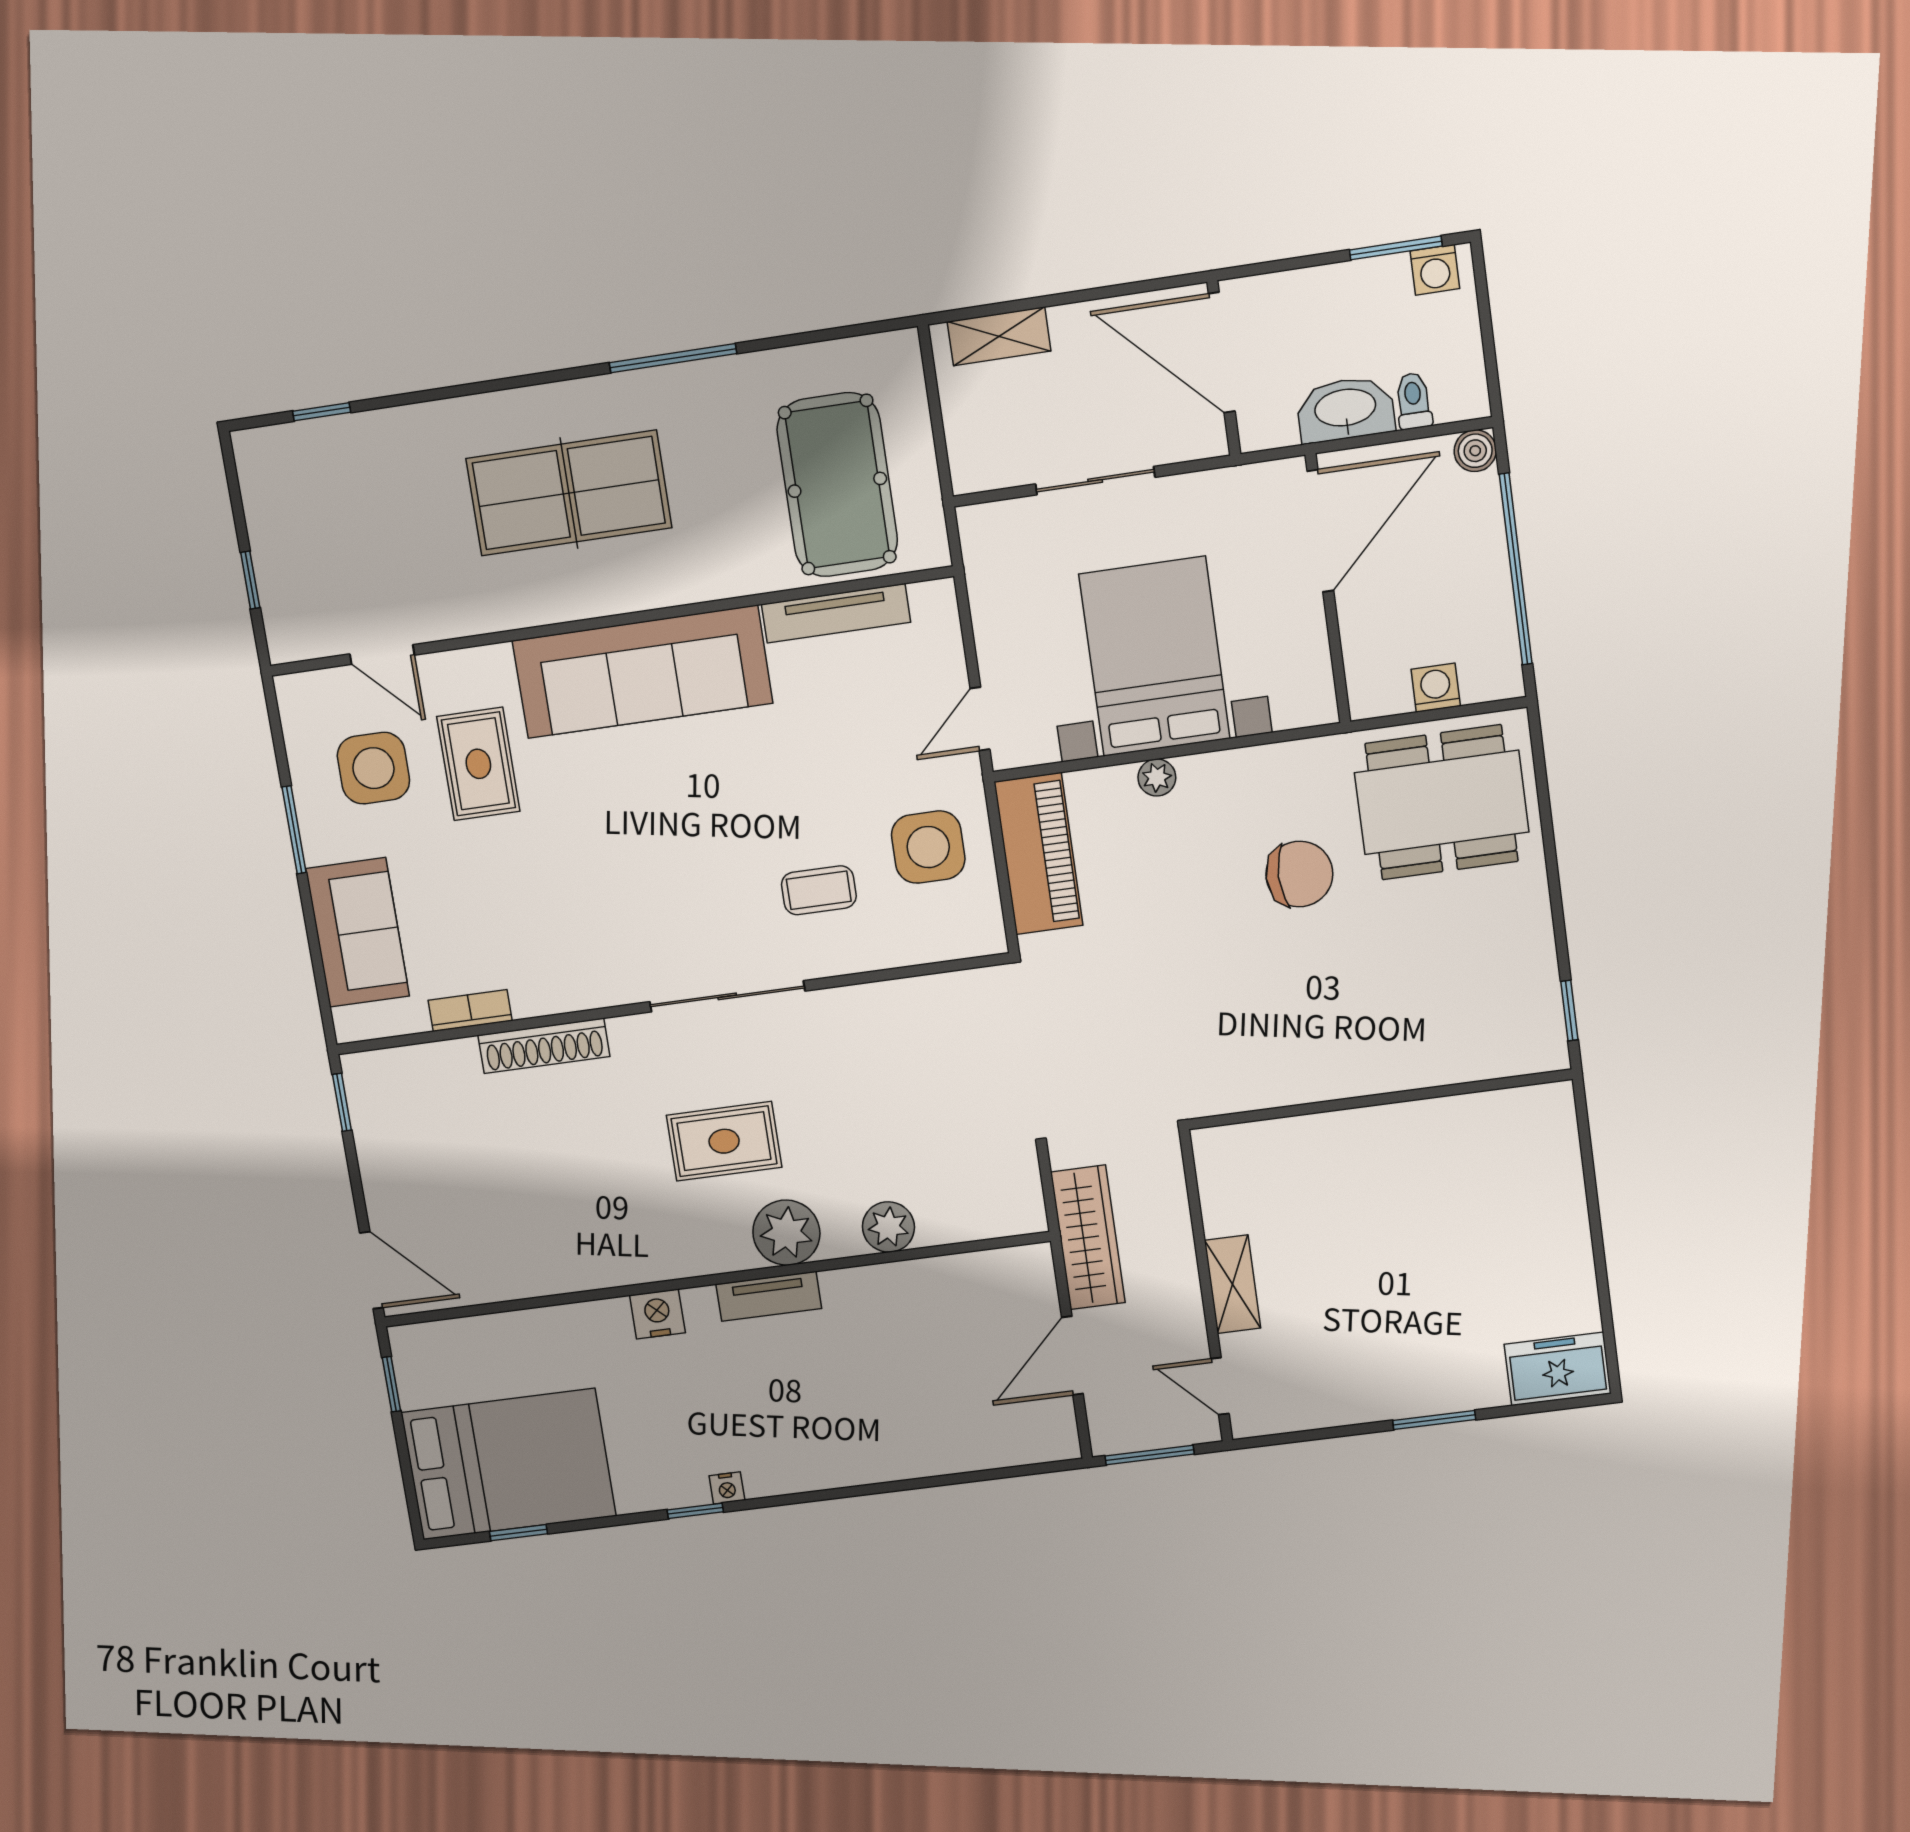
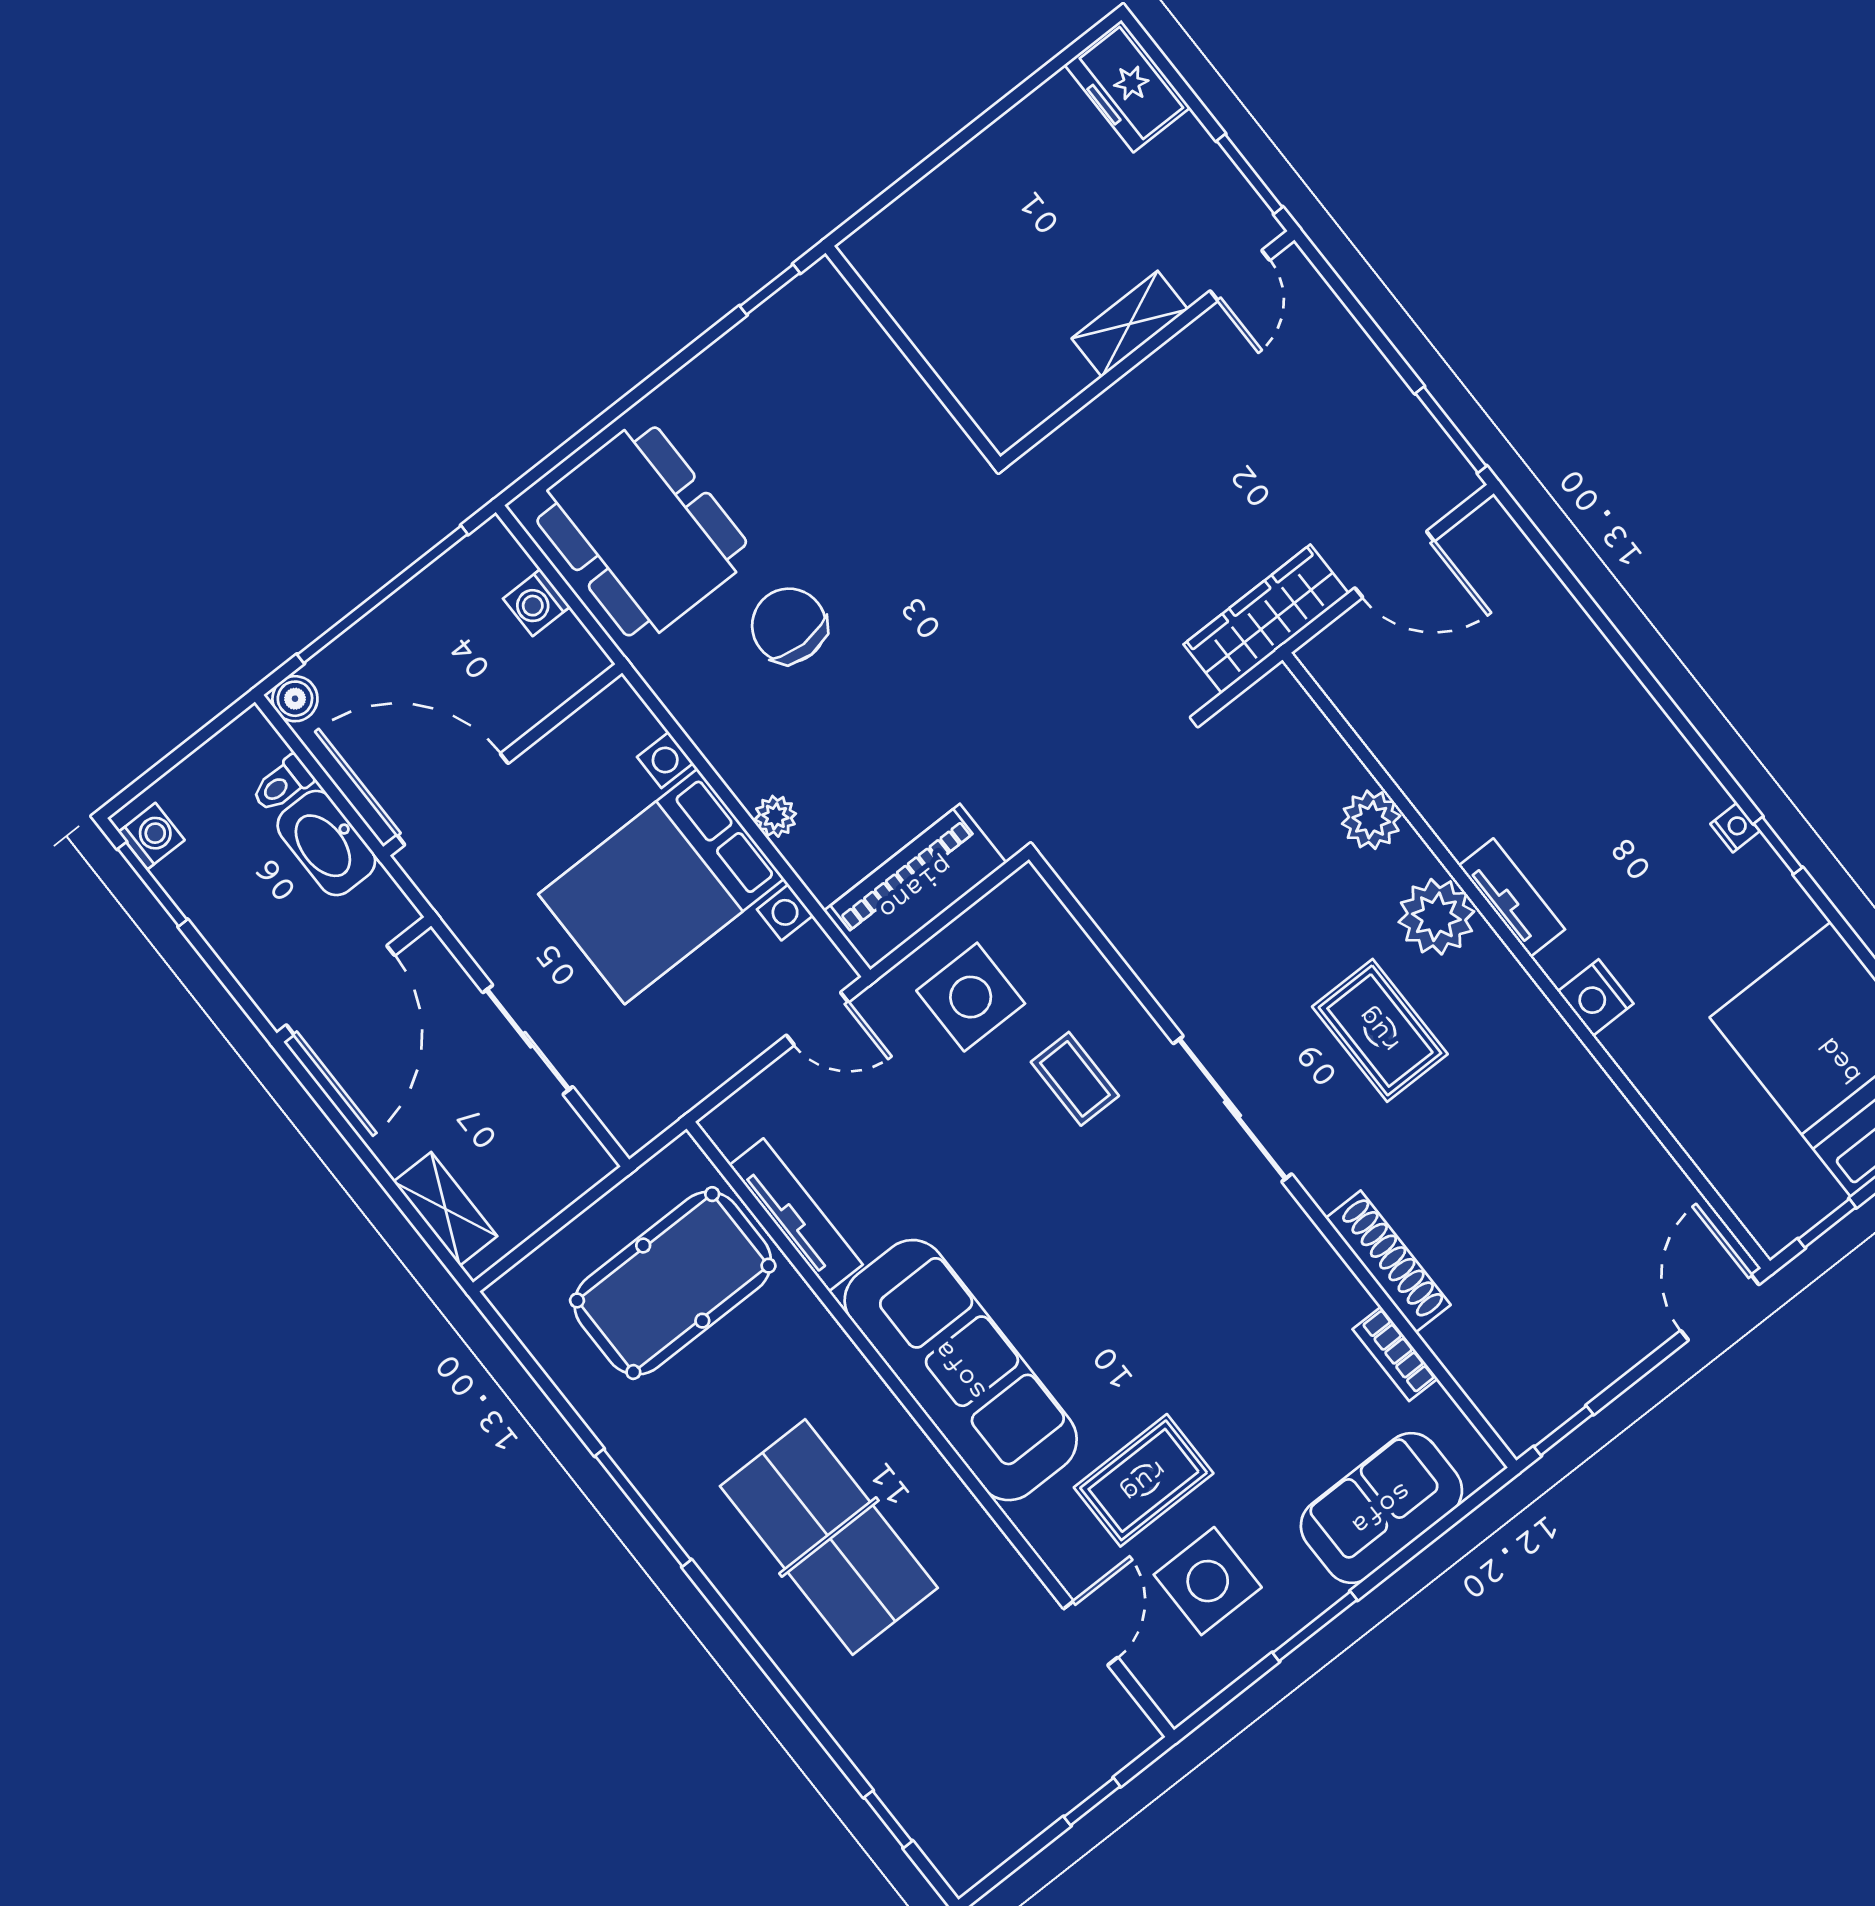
shelving: (1233, 1284) -> (1130, 324), moved
wall: (1206, 1286) -> (1147, 348), moved
door: (1220, 1386) -> (1240, 276), moved

